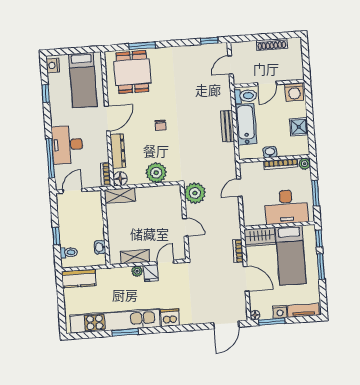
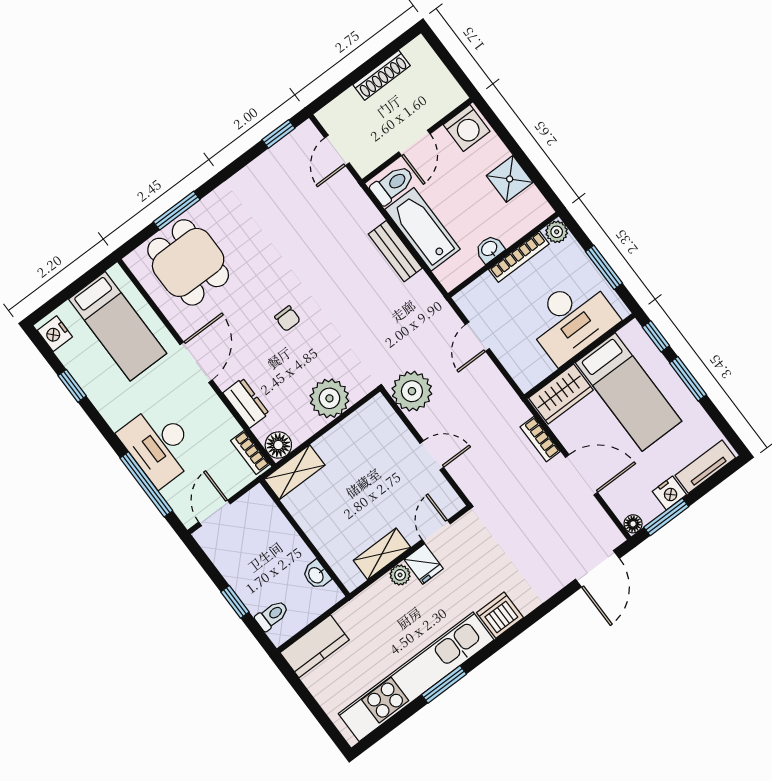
dresser: (118, 151) -> (246, 403), width x0.70

